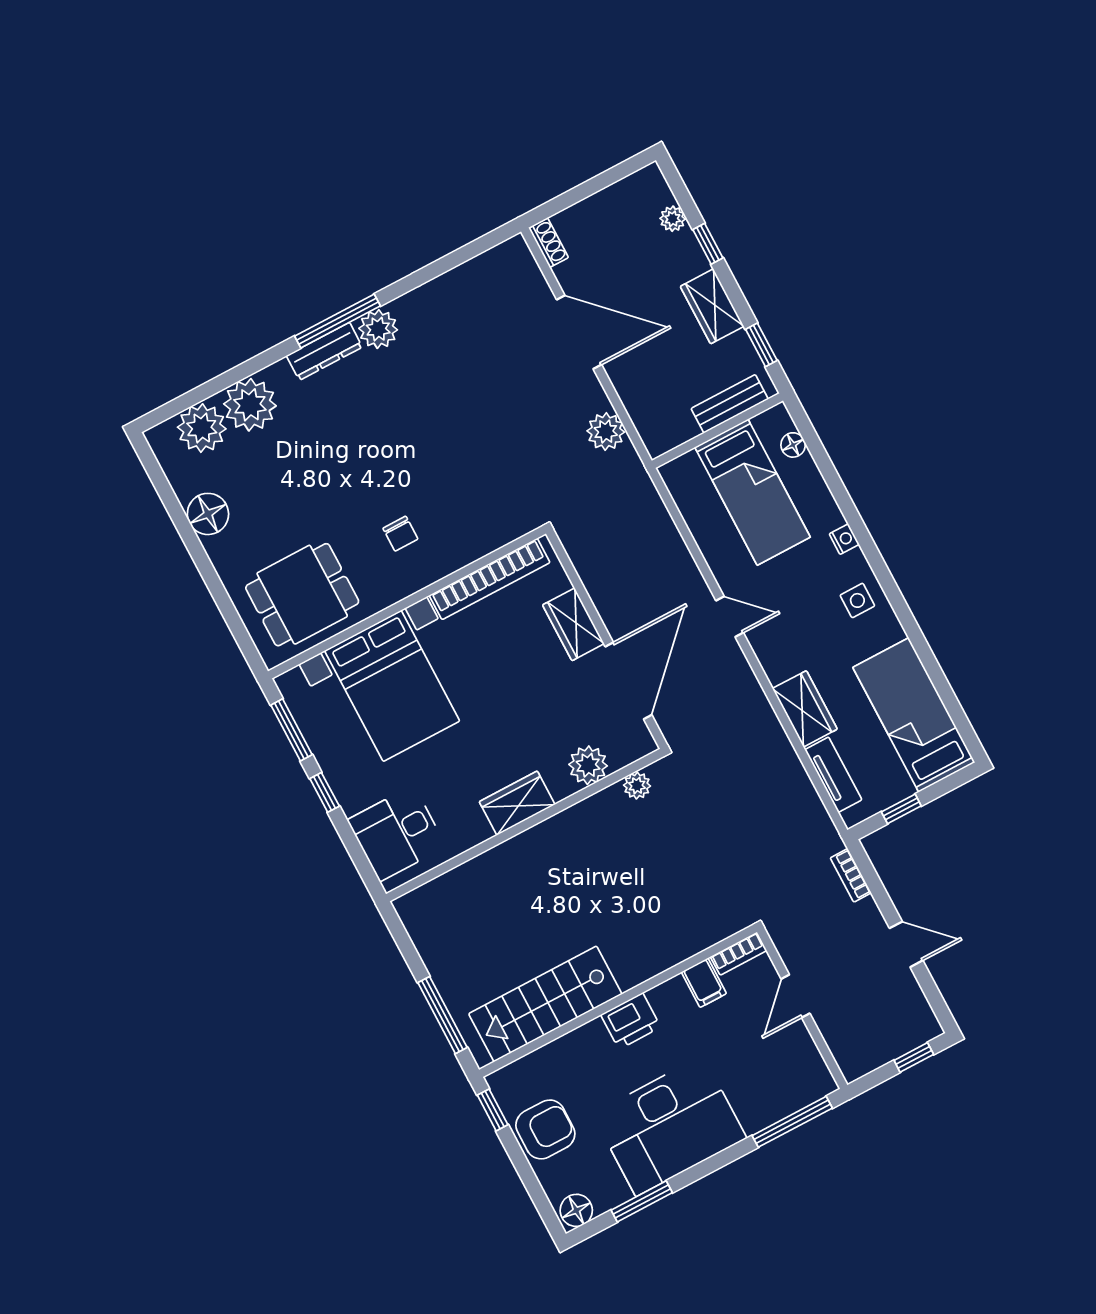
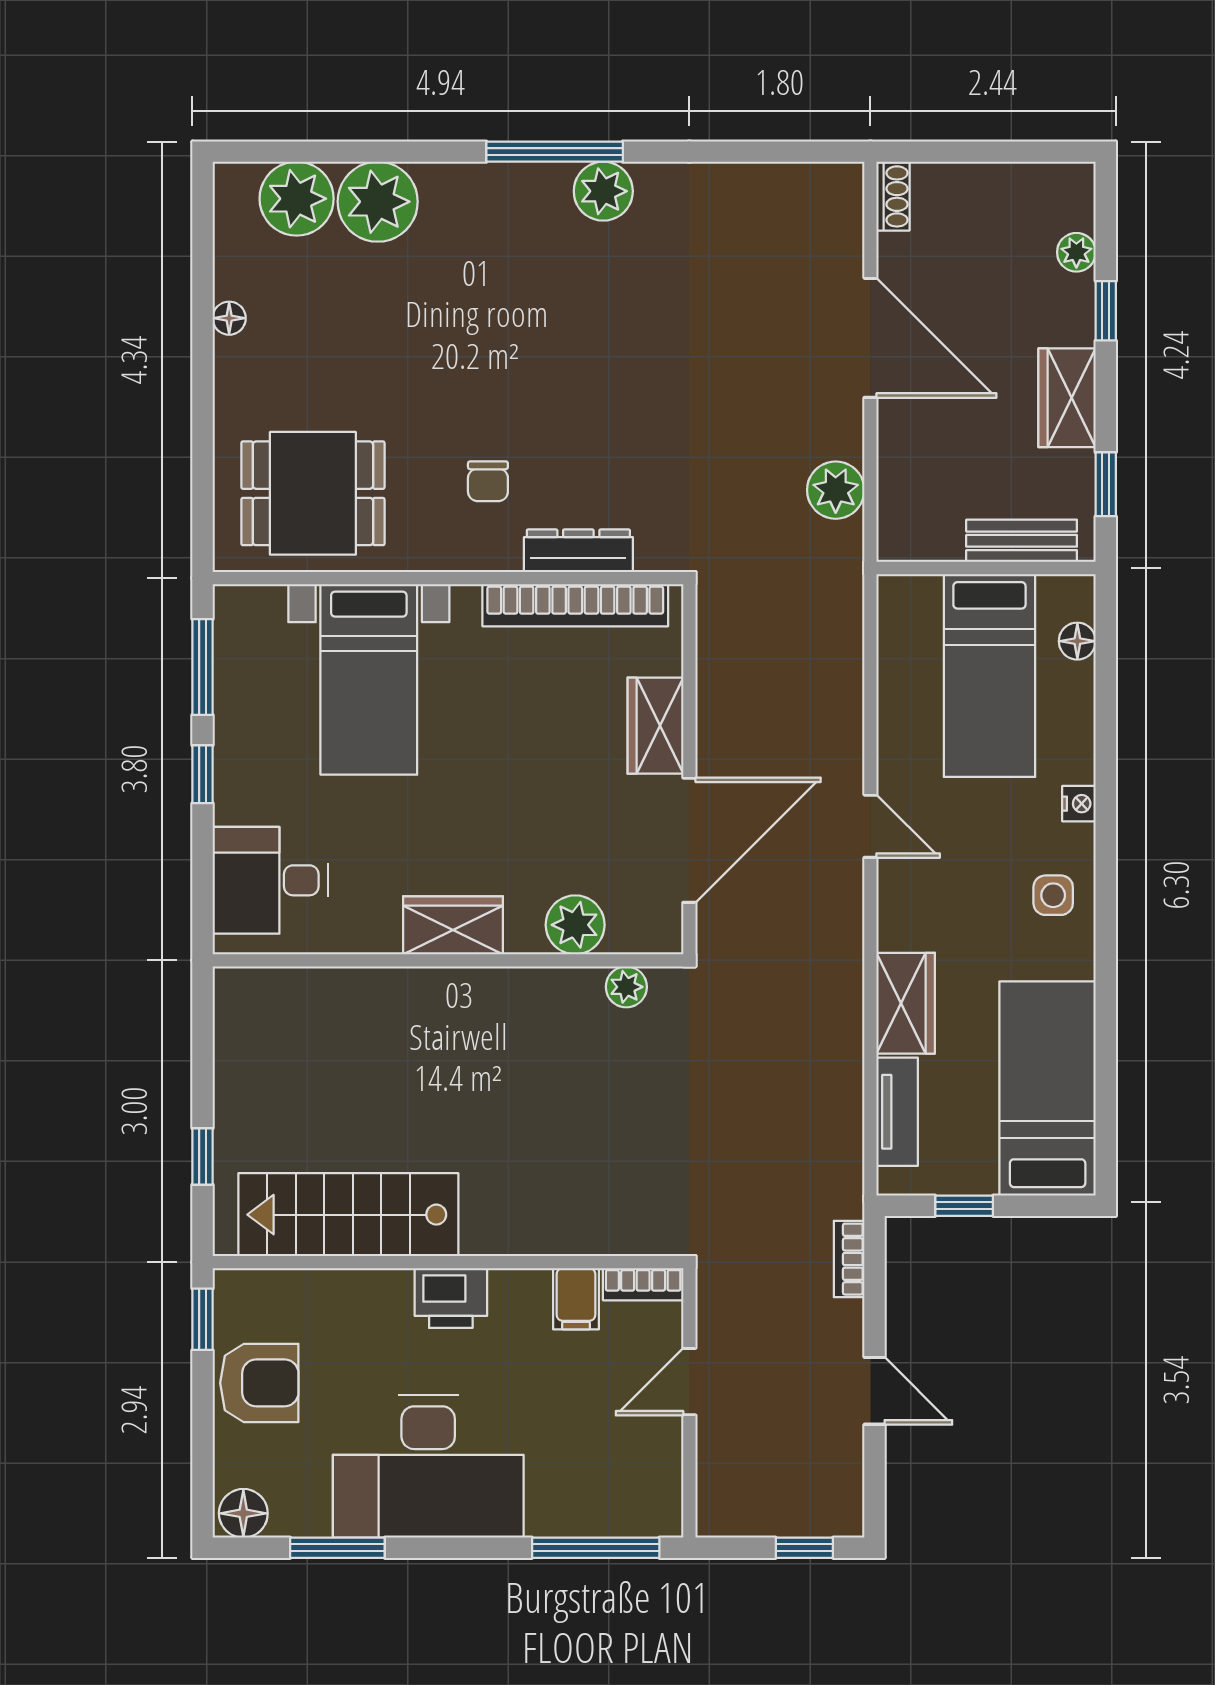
dresser: (324, 351) -> (578, 551), moved, turned 180
floor lamp: (208, 514) -> (229, 318), width x0.53, depth x0.53
bed with nightstands: (392, 686) -> (369, 679), width x0.73
window: (442, 1015) -> (203, 1156), width x0.46

